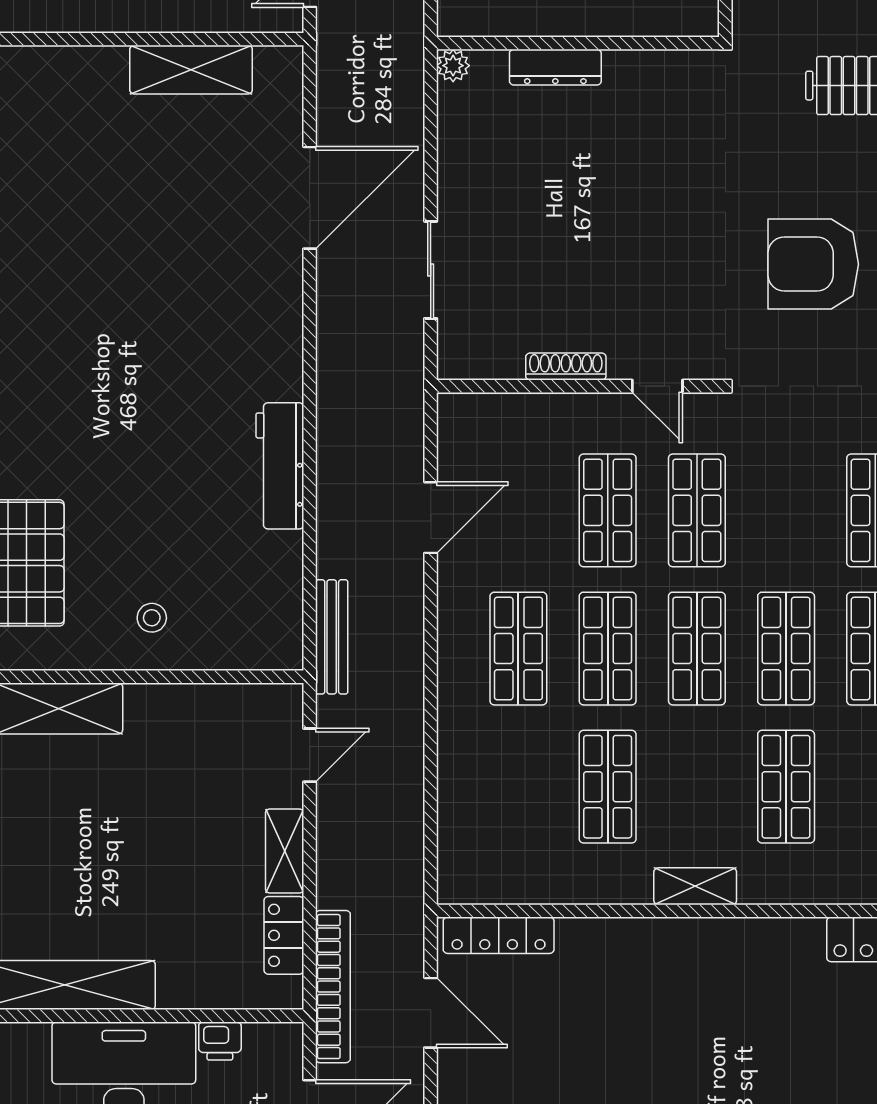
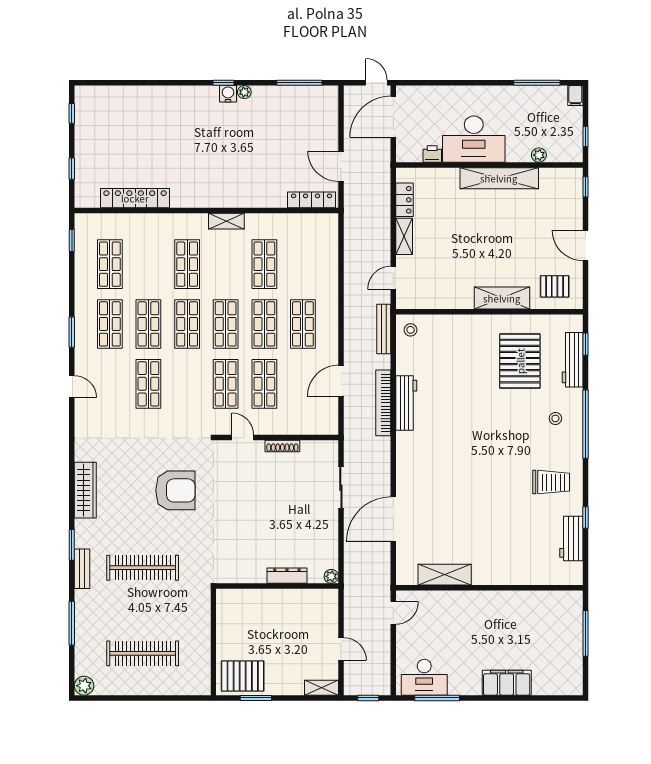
stool: (152, 618) -> (411, 330), moved
bookcase: (333, 987) -> (383, 403), moved

